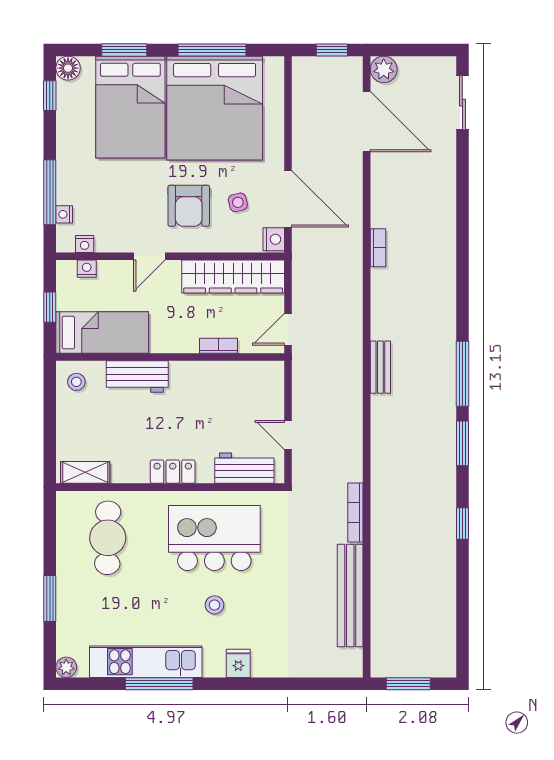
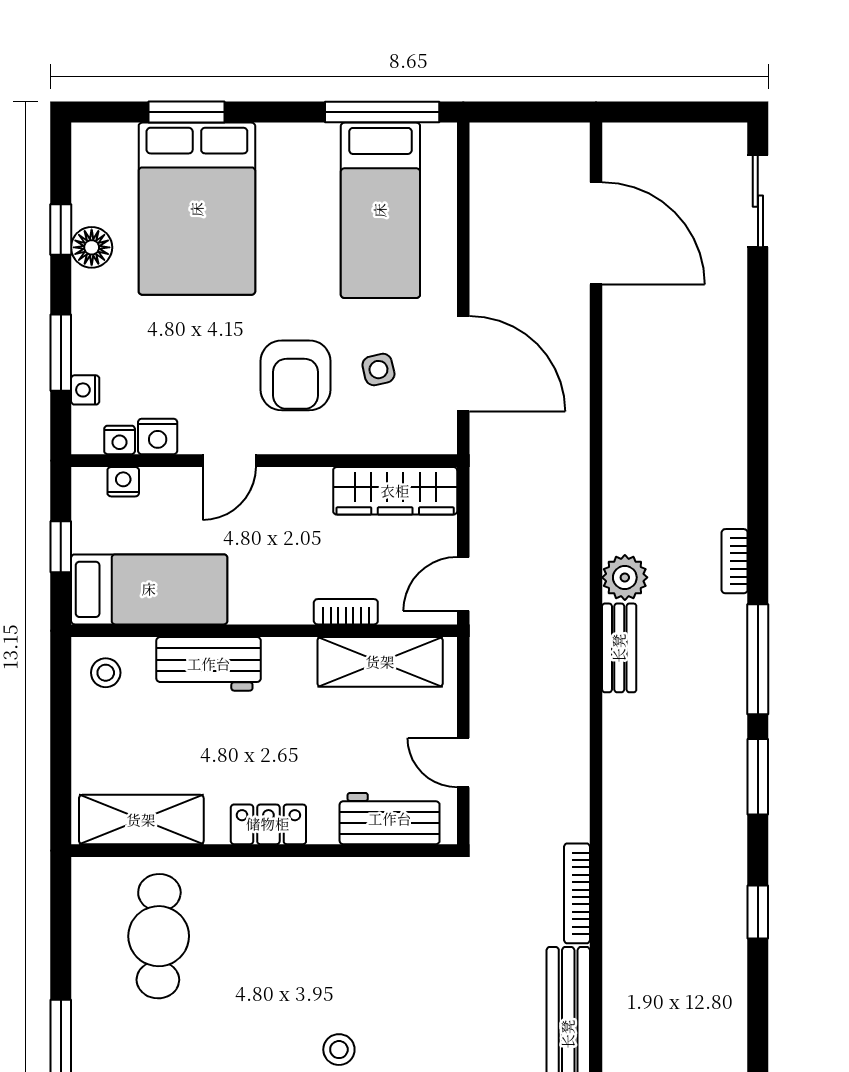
window: (212, 50) -> (382, 112), moved
window: (332, 50) -> (537, 112), removed
floor lamp: (68, 68) -> (92, 247), moved
plant: (384, 69) -> (625, 577), moved
window: (50, 96) -> (61, 230), moved
bed: (215, 108) -> (380, 210), width x0.49
window: (50, 192) -> (61, 353), width x0.69
nightstand: (274, 239) -> (158, 436), moved, turned 90
bookcase: (378, 248) -> (735, 561), moved, turned 180
wardrobe: (233, 277) -> (395, 491), width x0.71, depth x0.85
shelving: (239, 375) -> (380, 662), added
shelving: (85, 472) -> (141, 820), width x1.50, depth x1.33
kitchen island: (214, 538) -> (339, 937), removed

